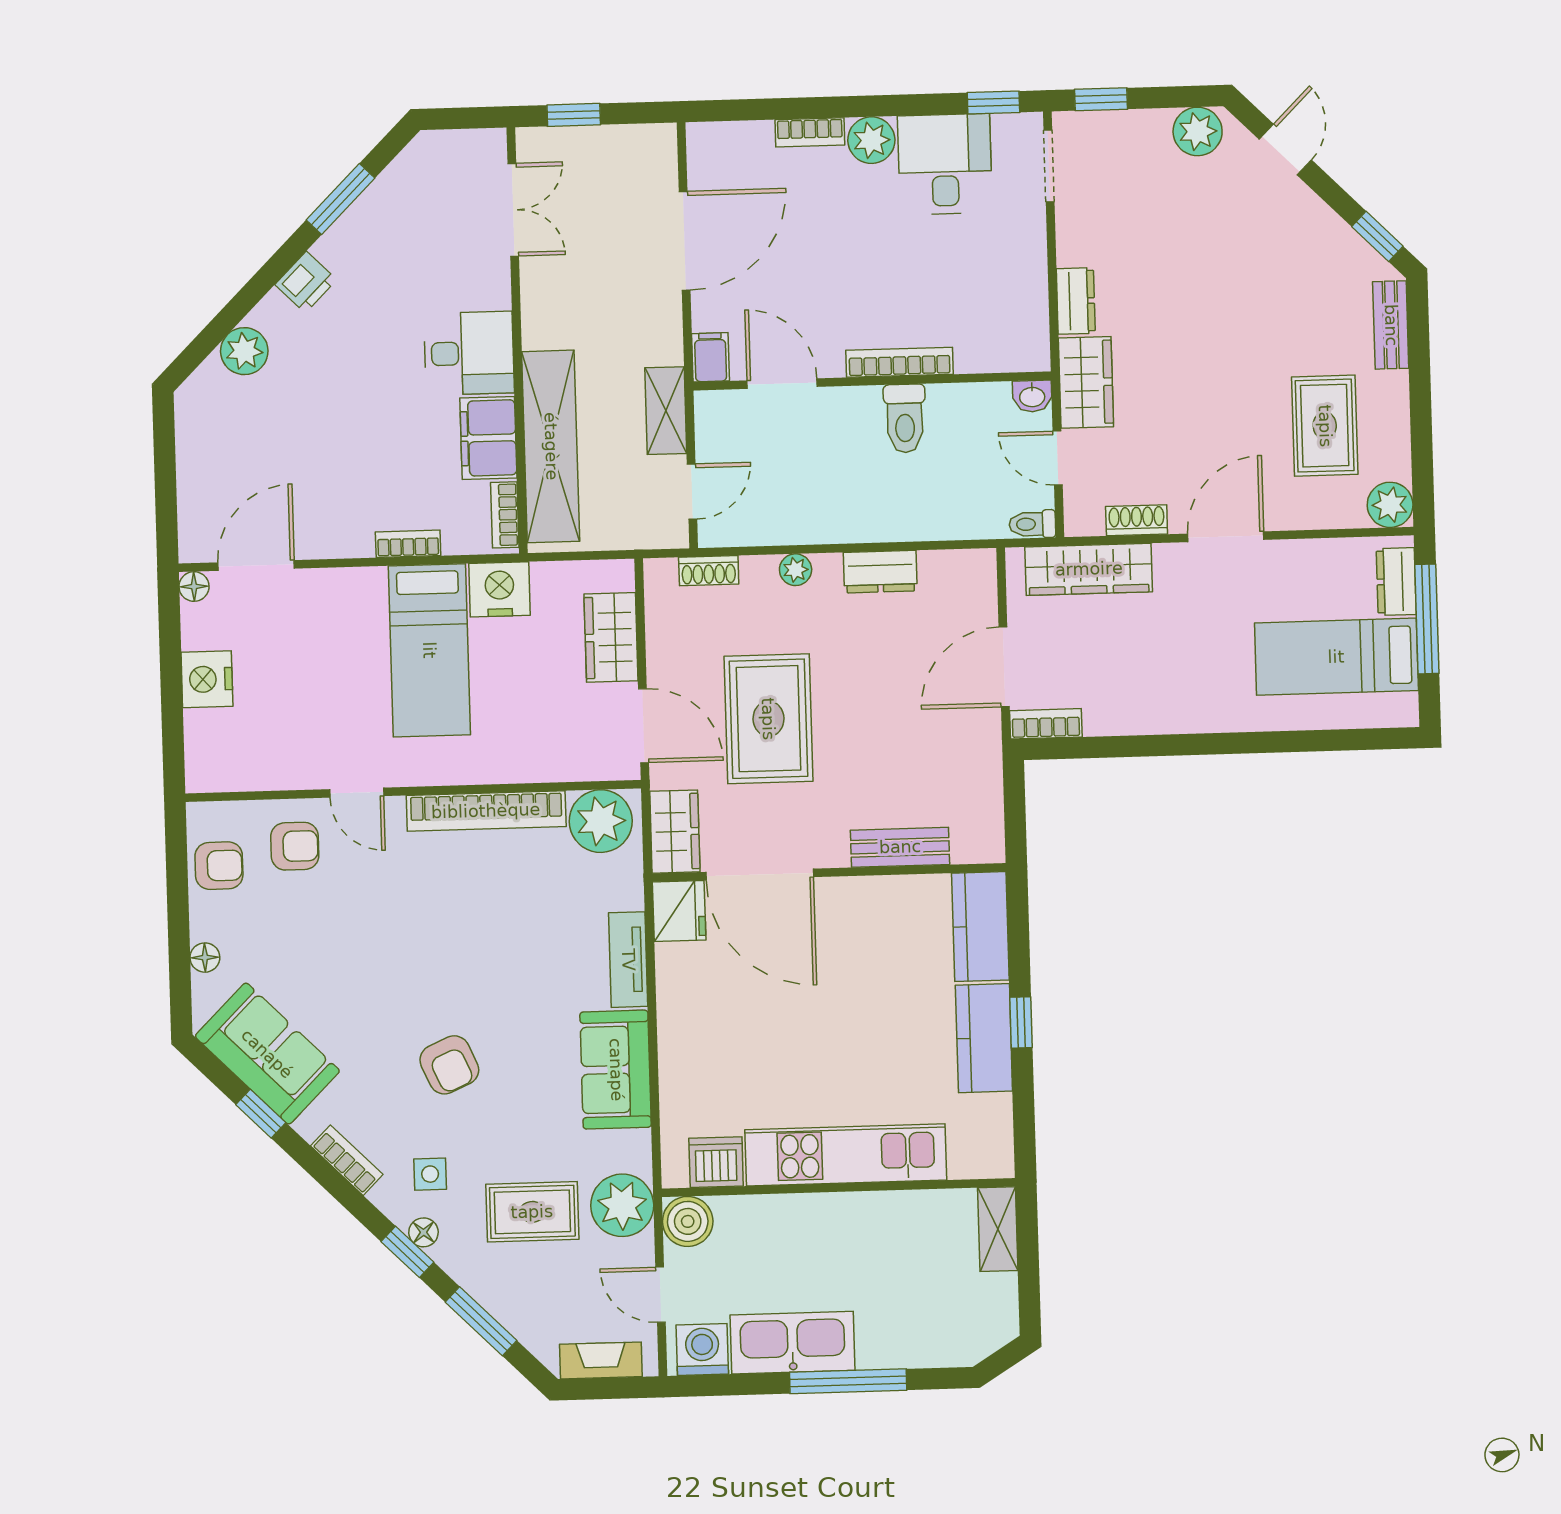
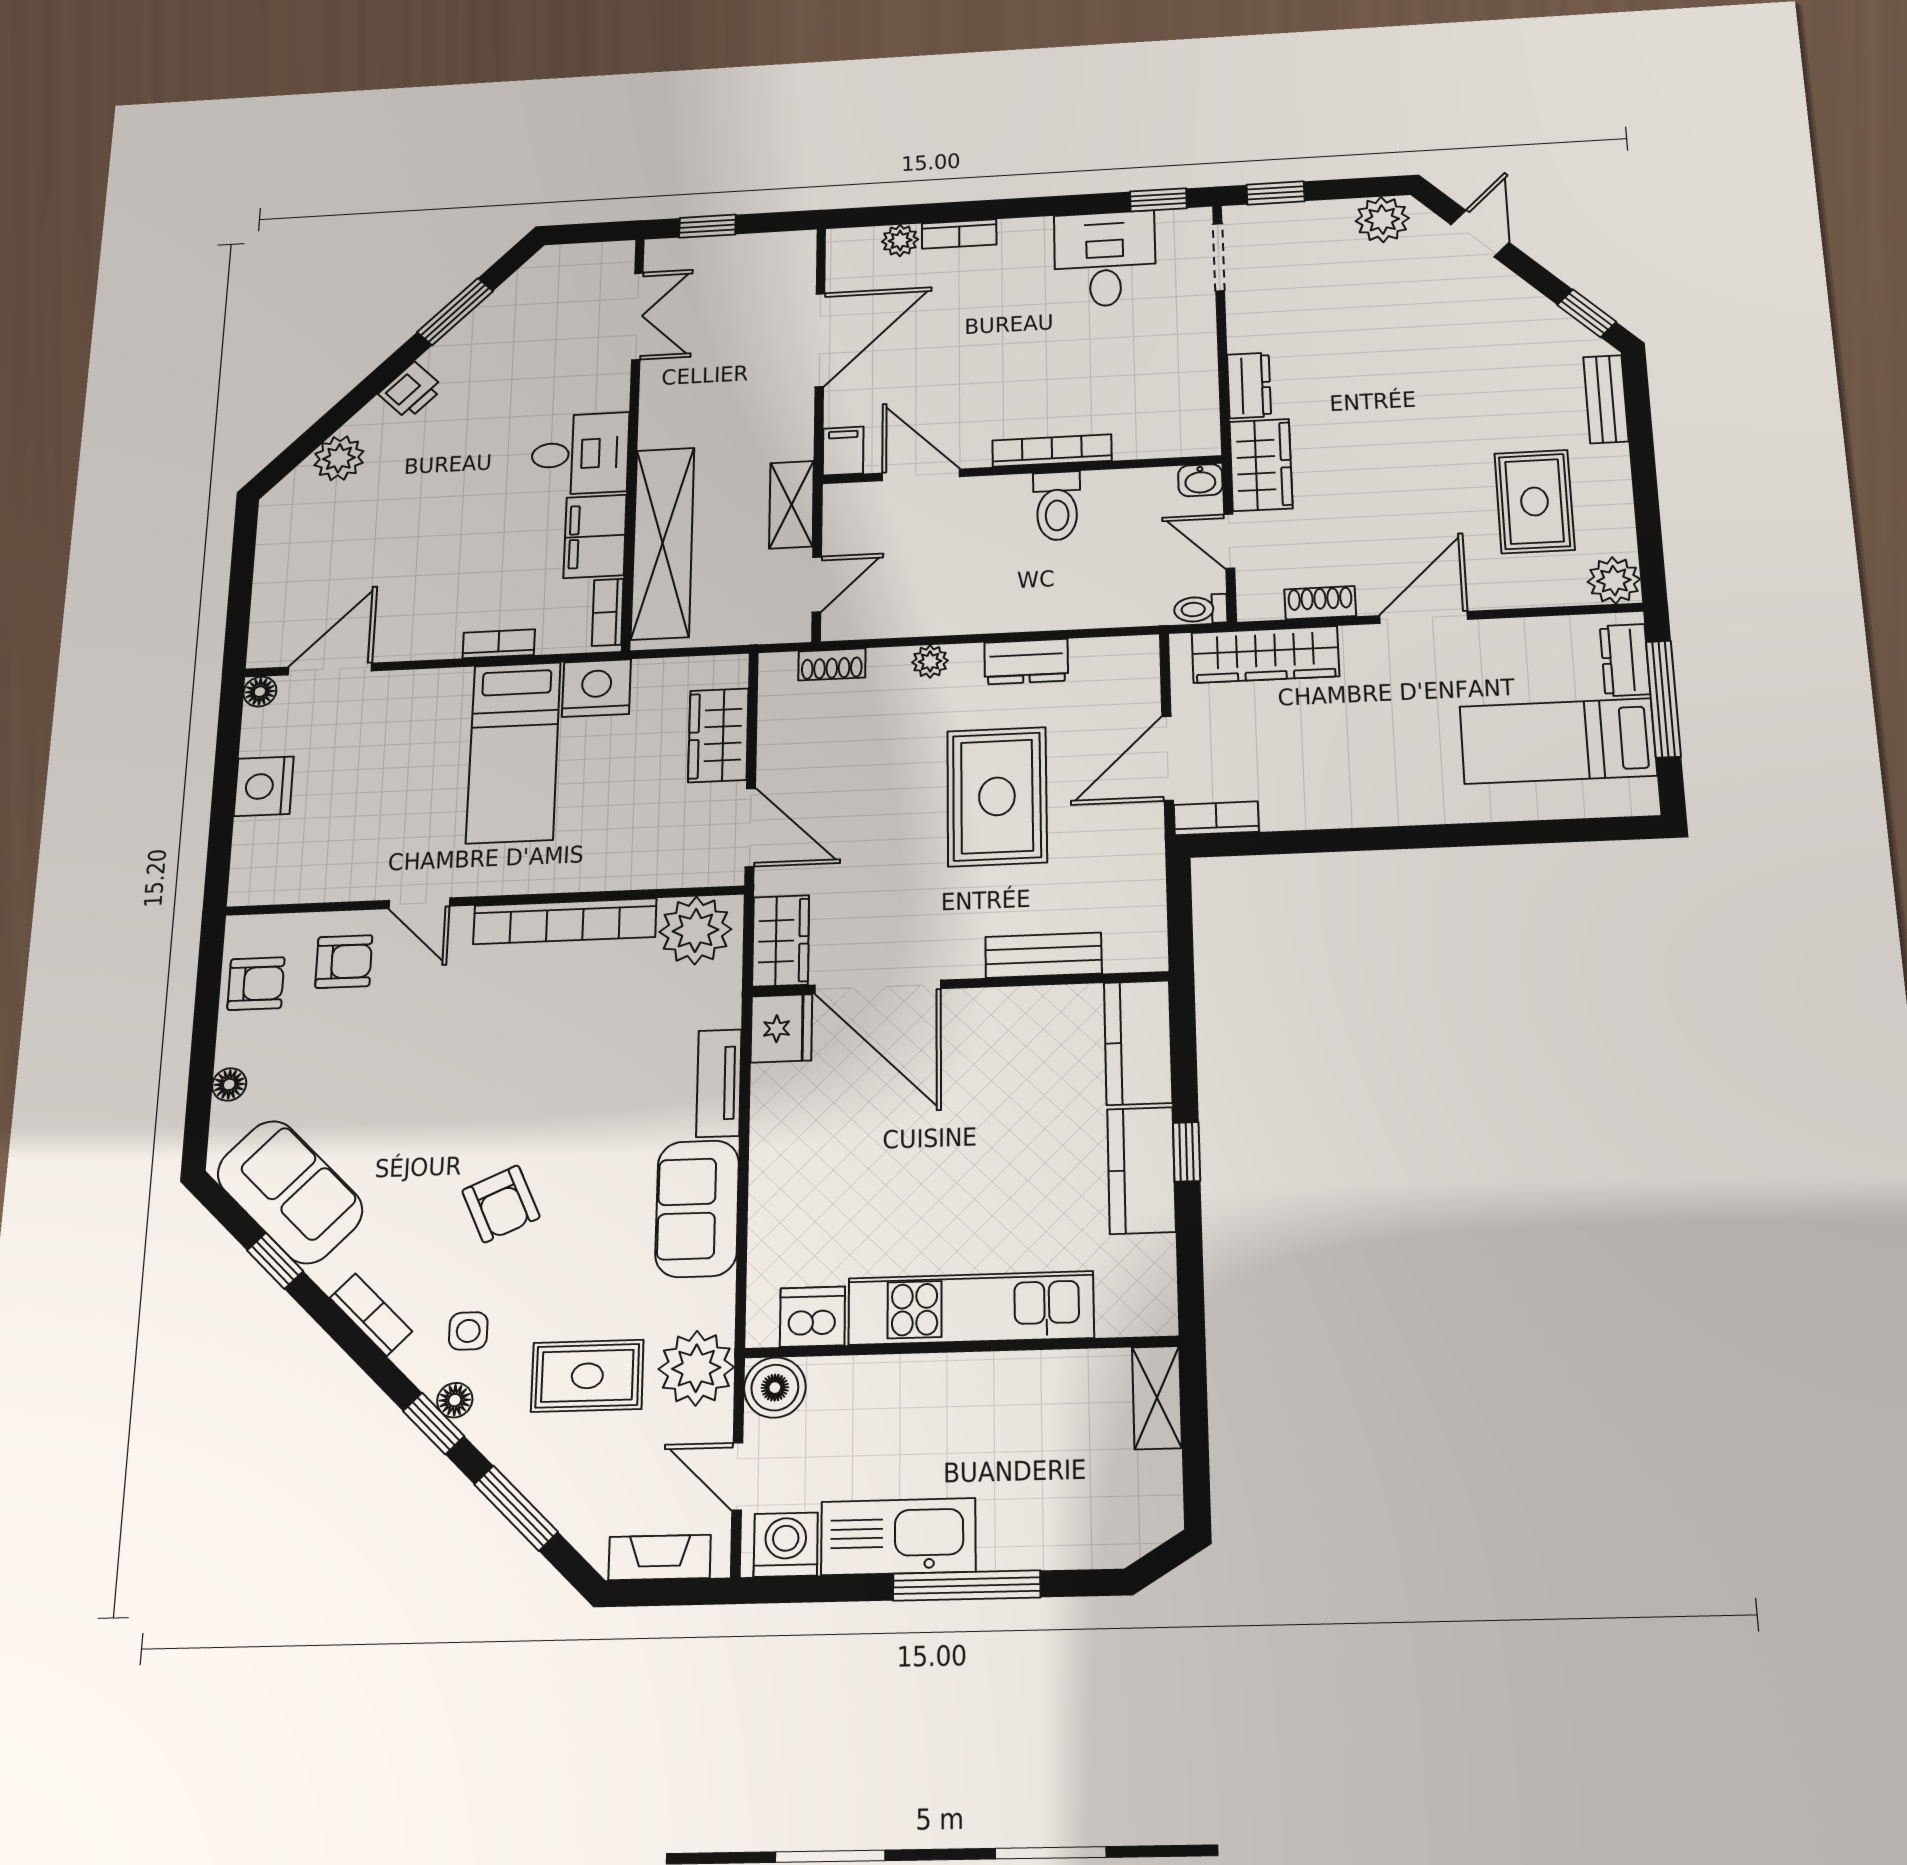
plant: (871, 140) -> (900, 240), moved, width x0.73, depth x0.73
rug: (768, 719) -> (997, 796), moved

